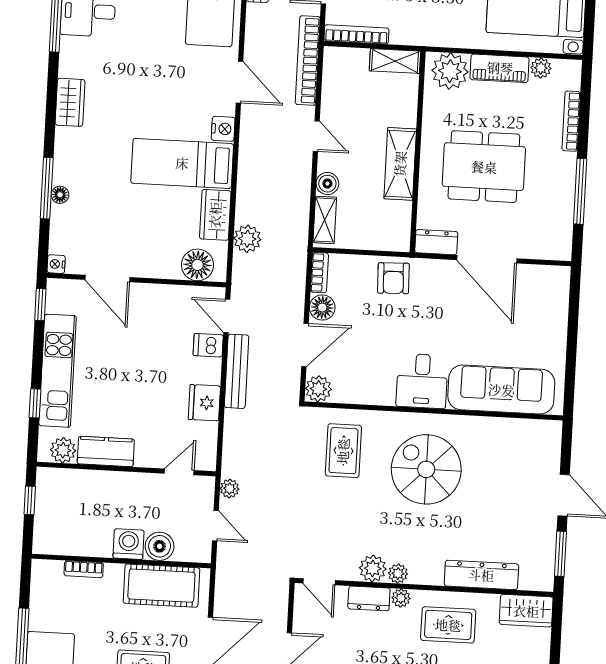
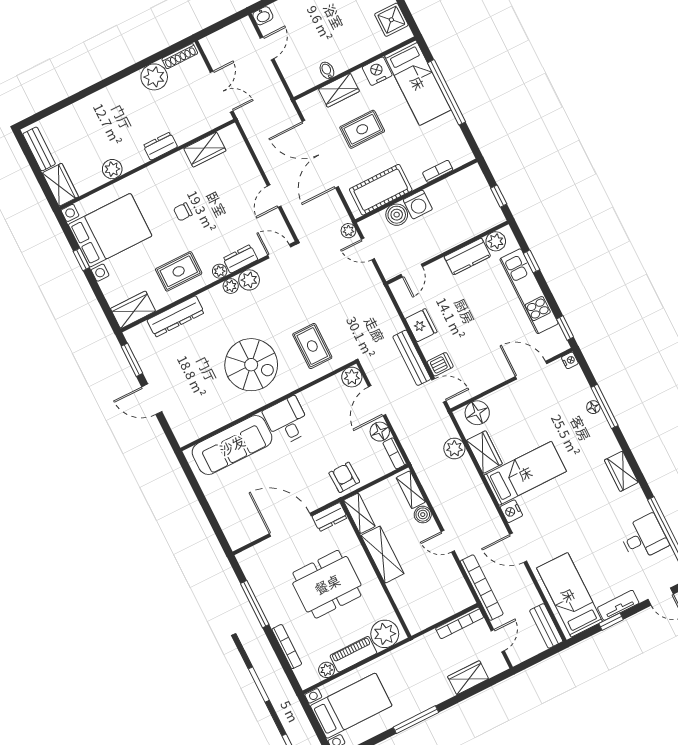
shelving: (395, 61) -> (359, 513), moved, turned 90
plant: (230, 489) -> (348, 231), moved

